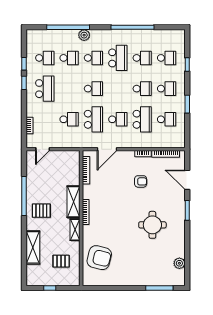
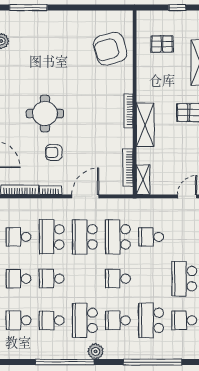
plant: (84, 35) -> (96, 351), moved
school desk: (69, 58) -> (151, 320), width x1.85
school desk: (118, 119) -> (85, 237), width x1.85
door: (107, 149) -> (85, 196), moved
round table: (152, 225) -> (45, 114), moved
shelving: (75, 230) -> (143, 180), moved
armchair: (99, 258) -> (110, 49), turned -30

